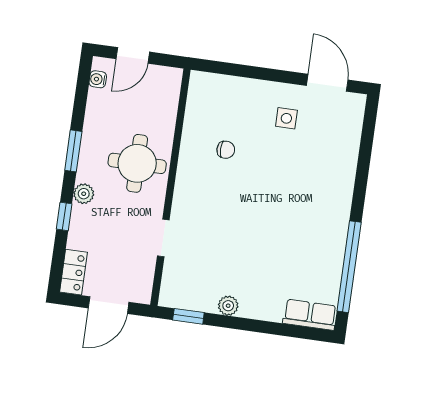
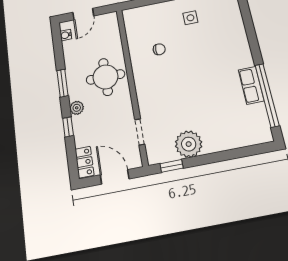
doorway: (163, 238) -> (140, 132), moved
door: (109, 305) -> (115, 177), swing flipped
plant: (228, 306) -> (189, 144), width x1.87, depth x1.87
row of seats: (310, 315) -> (251, 85), moved, turned -90

